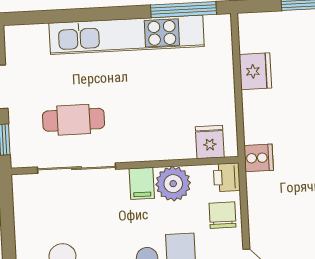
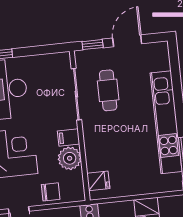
printer: (227, 177) -> (76, 193), removed

